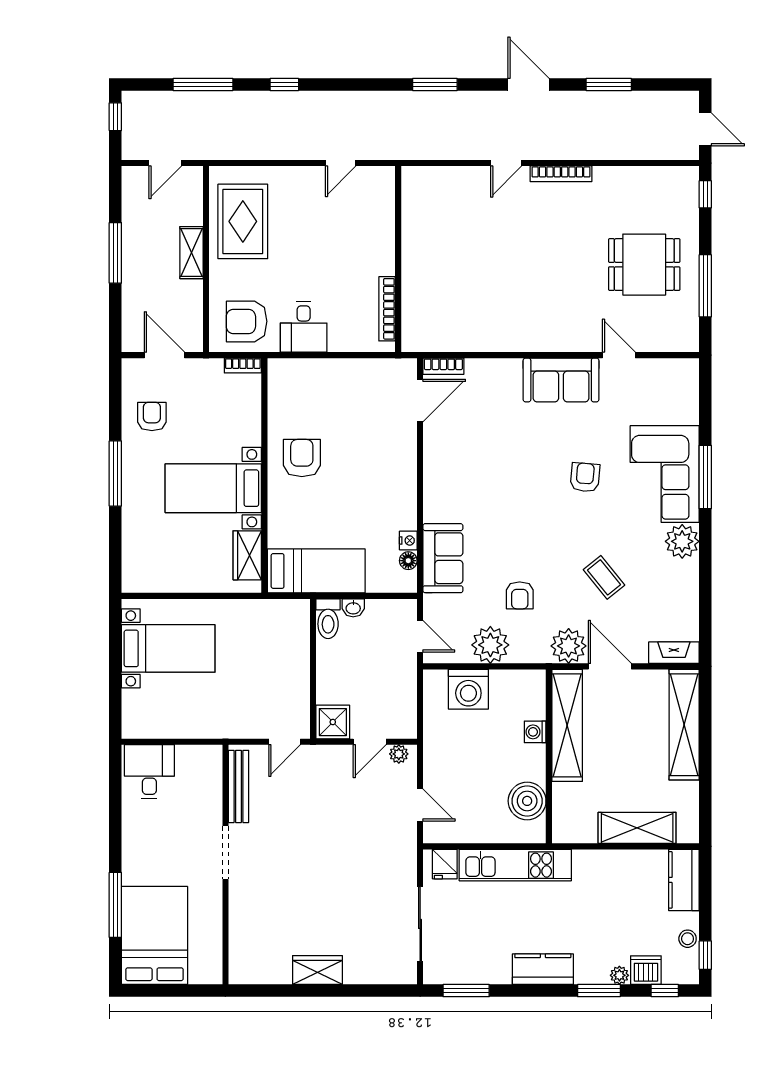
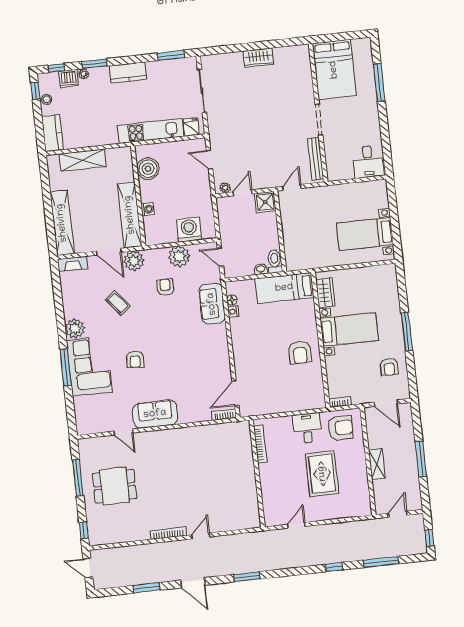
rug: (243, 221) -> (322, 474), moved
bed: (155, 935) -> (334, 70), moved

